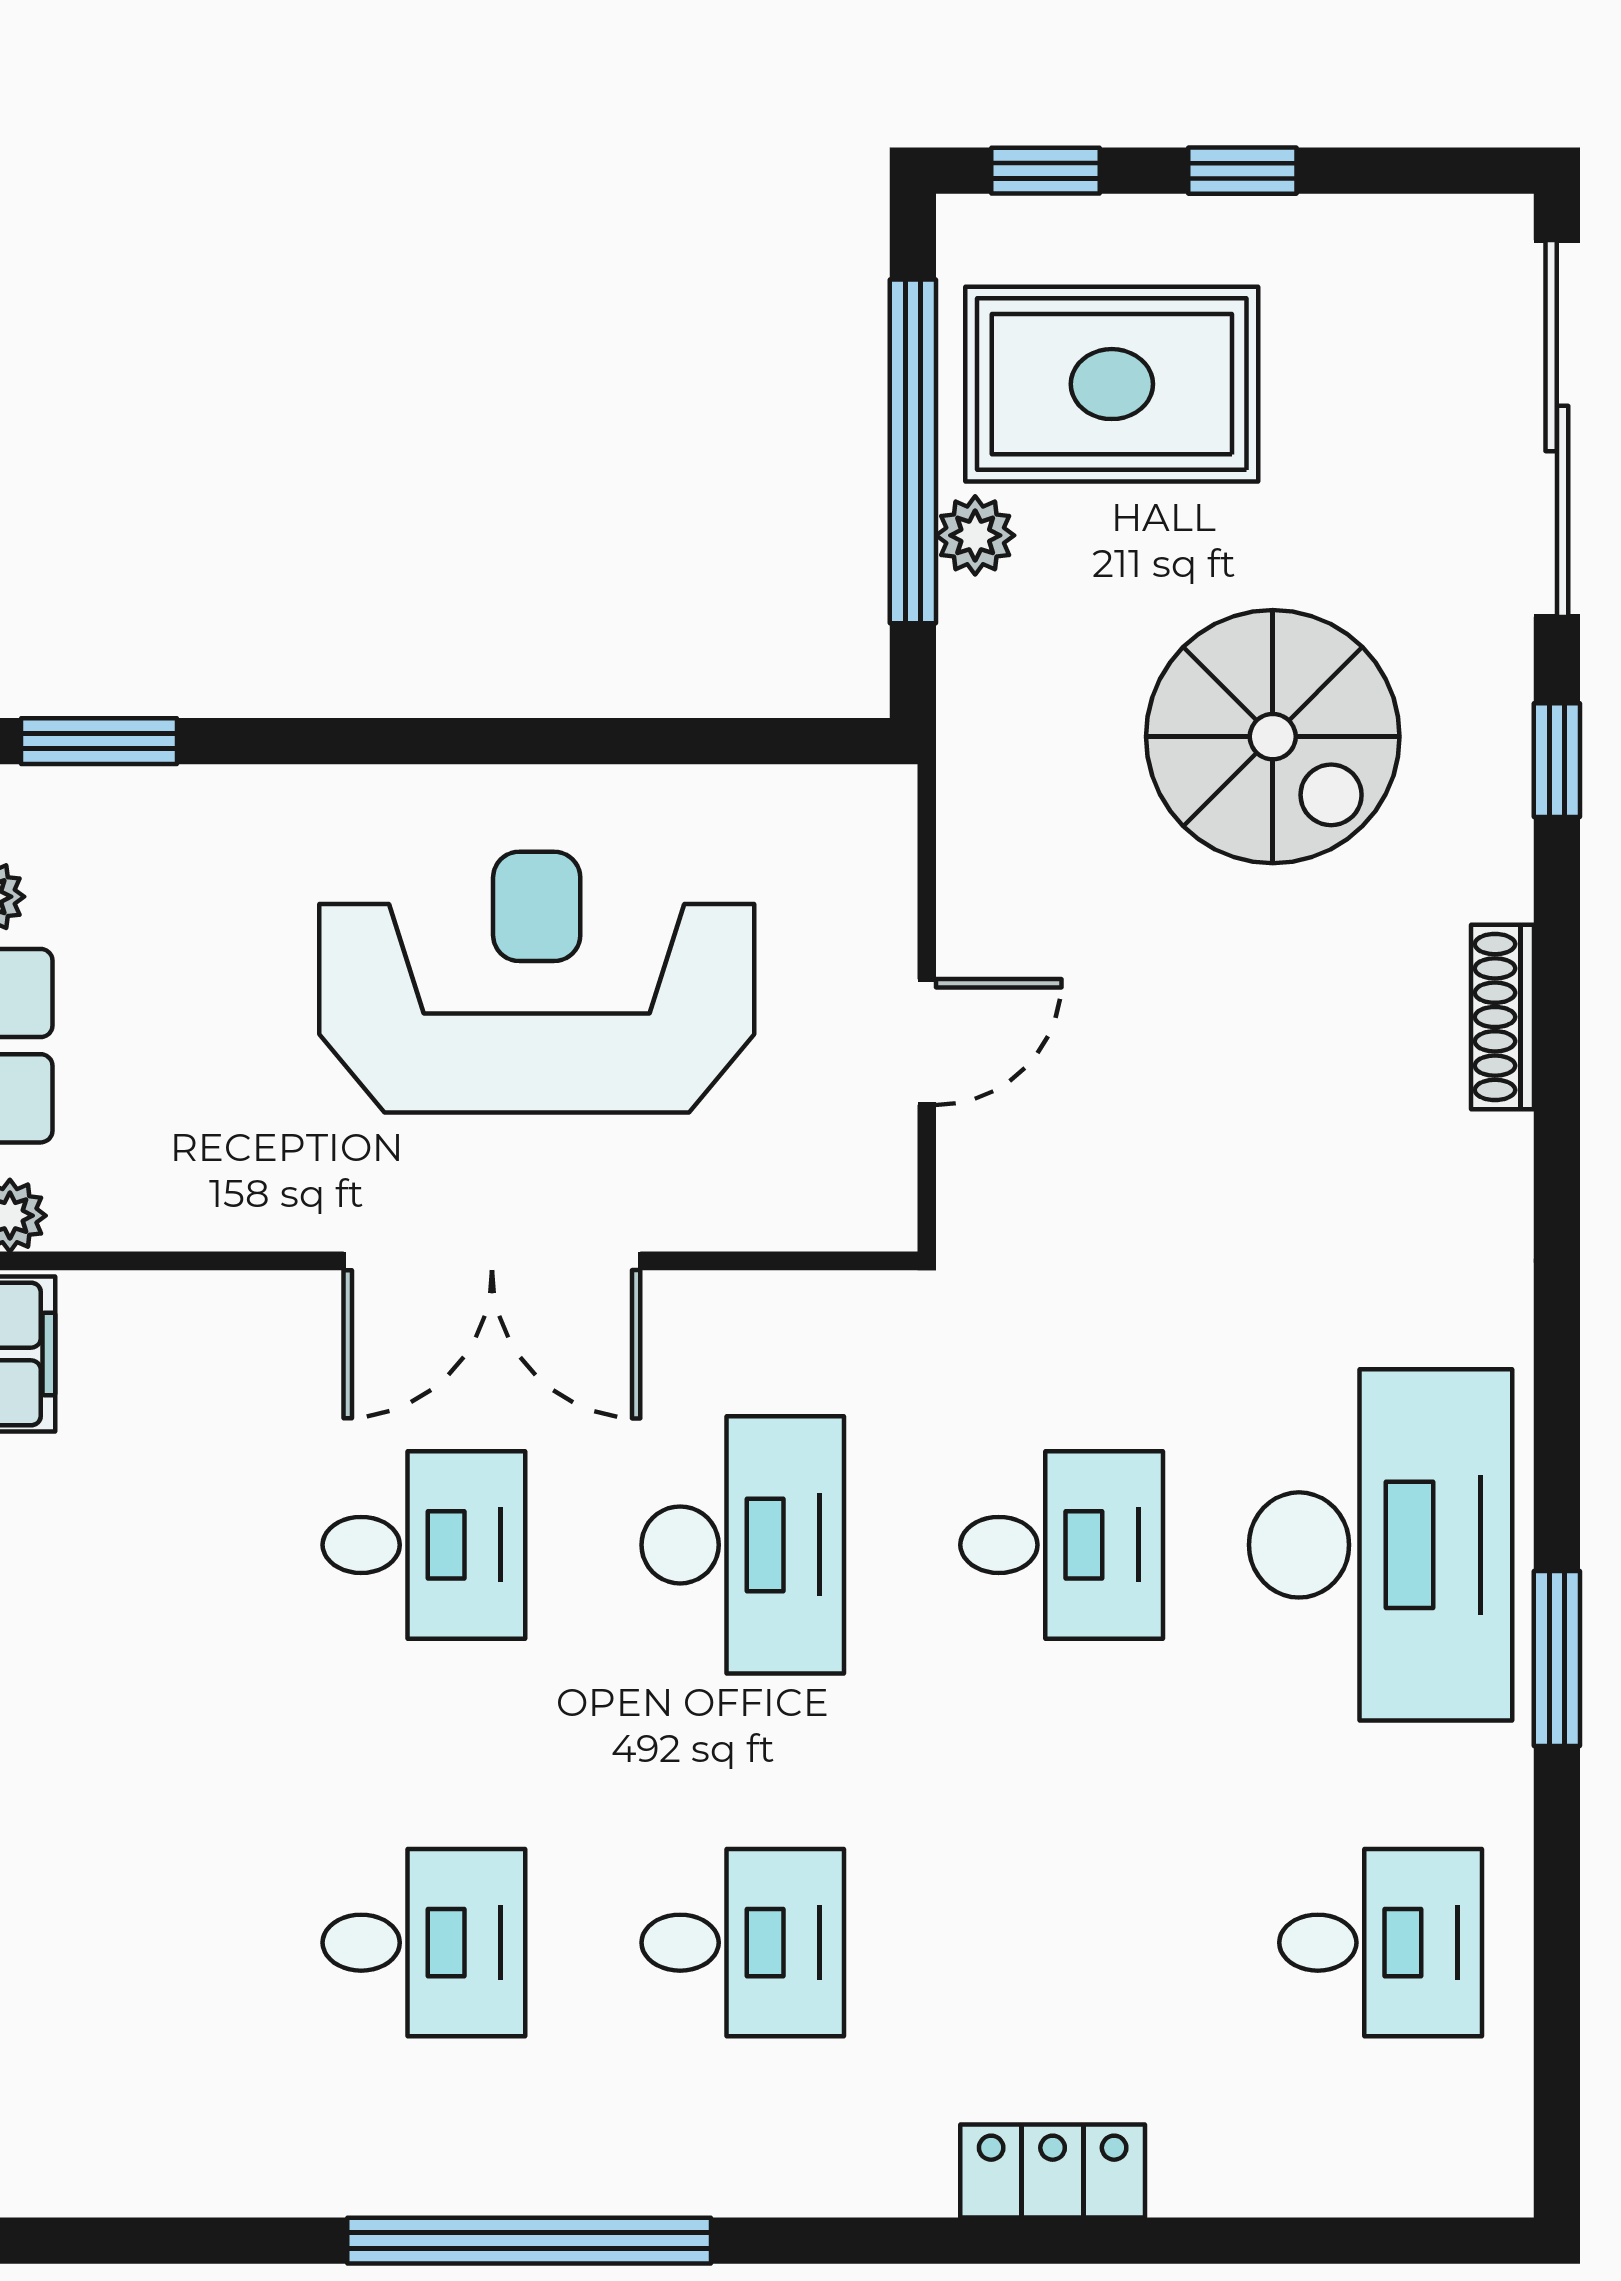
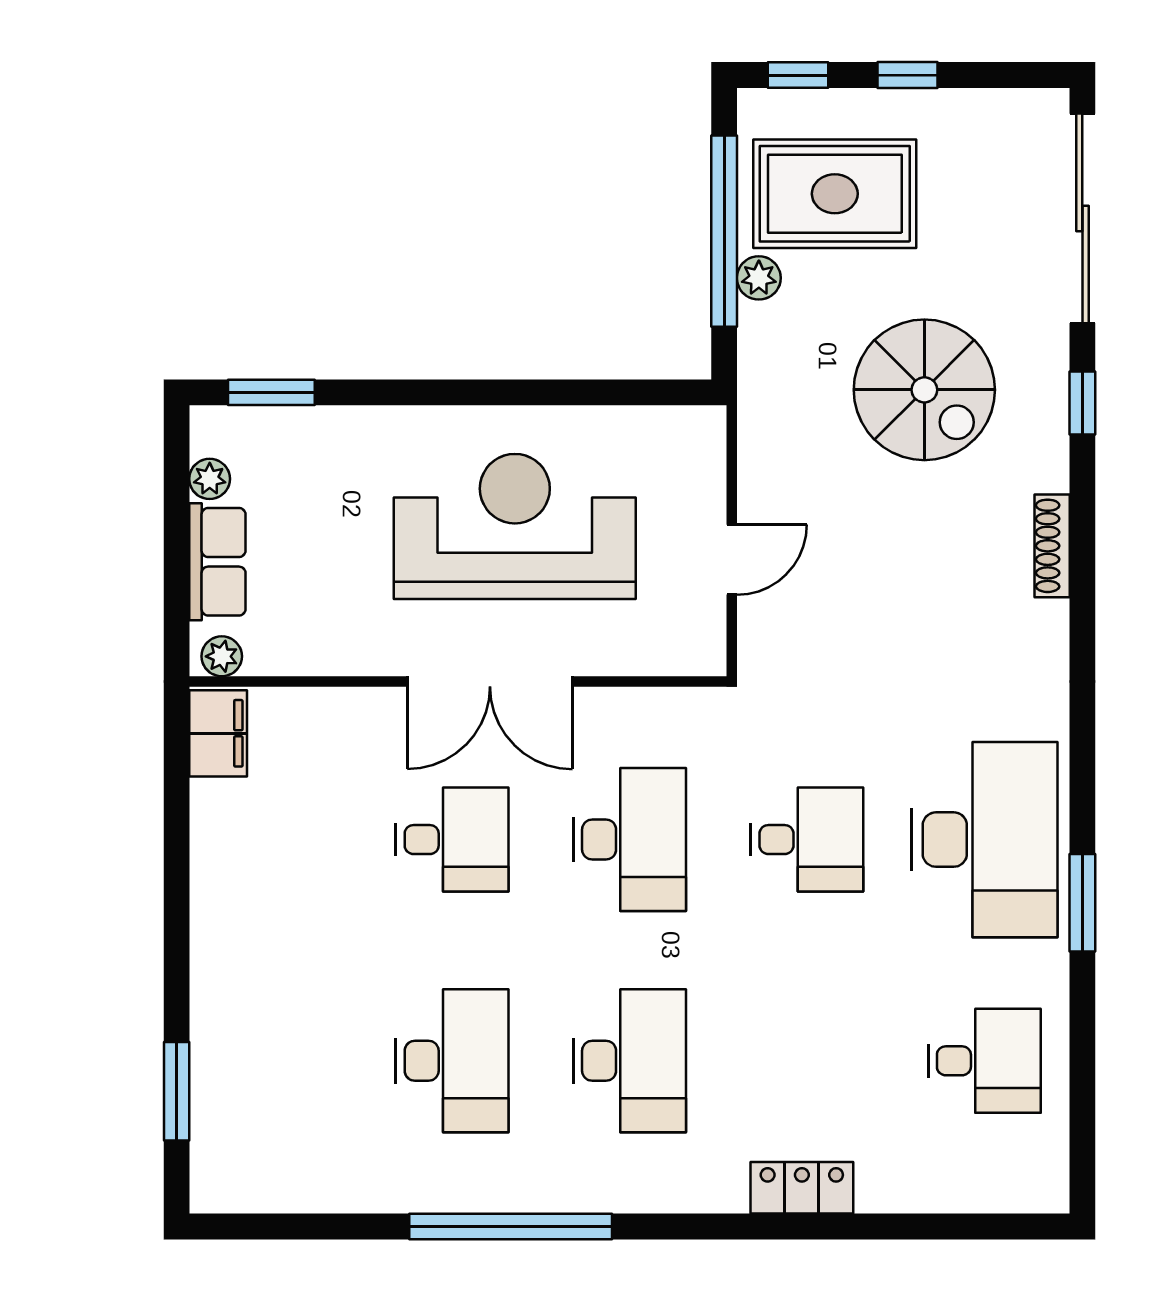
desk: (424, 1943) -> (452, 1061), width x1.37
desk: (743, 1943) -> (630, 1061), width x1.37

